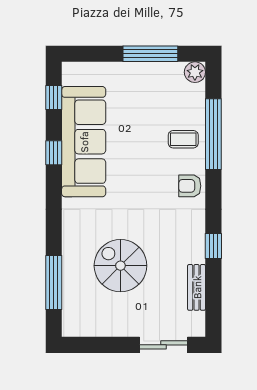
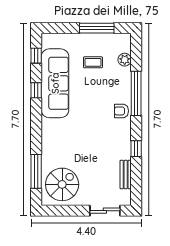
plant: (195, 72) -> (125, 60), moved
window: (213, 134) -> (136, 93), moved
coffee table: (183, 139) -> (93, 62), moved
spiral stairs: (120, 266) -> (62, 184), moved, turned 90

